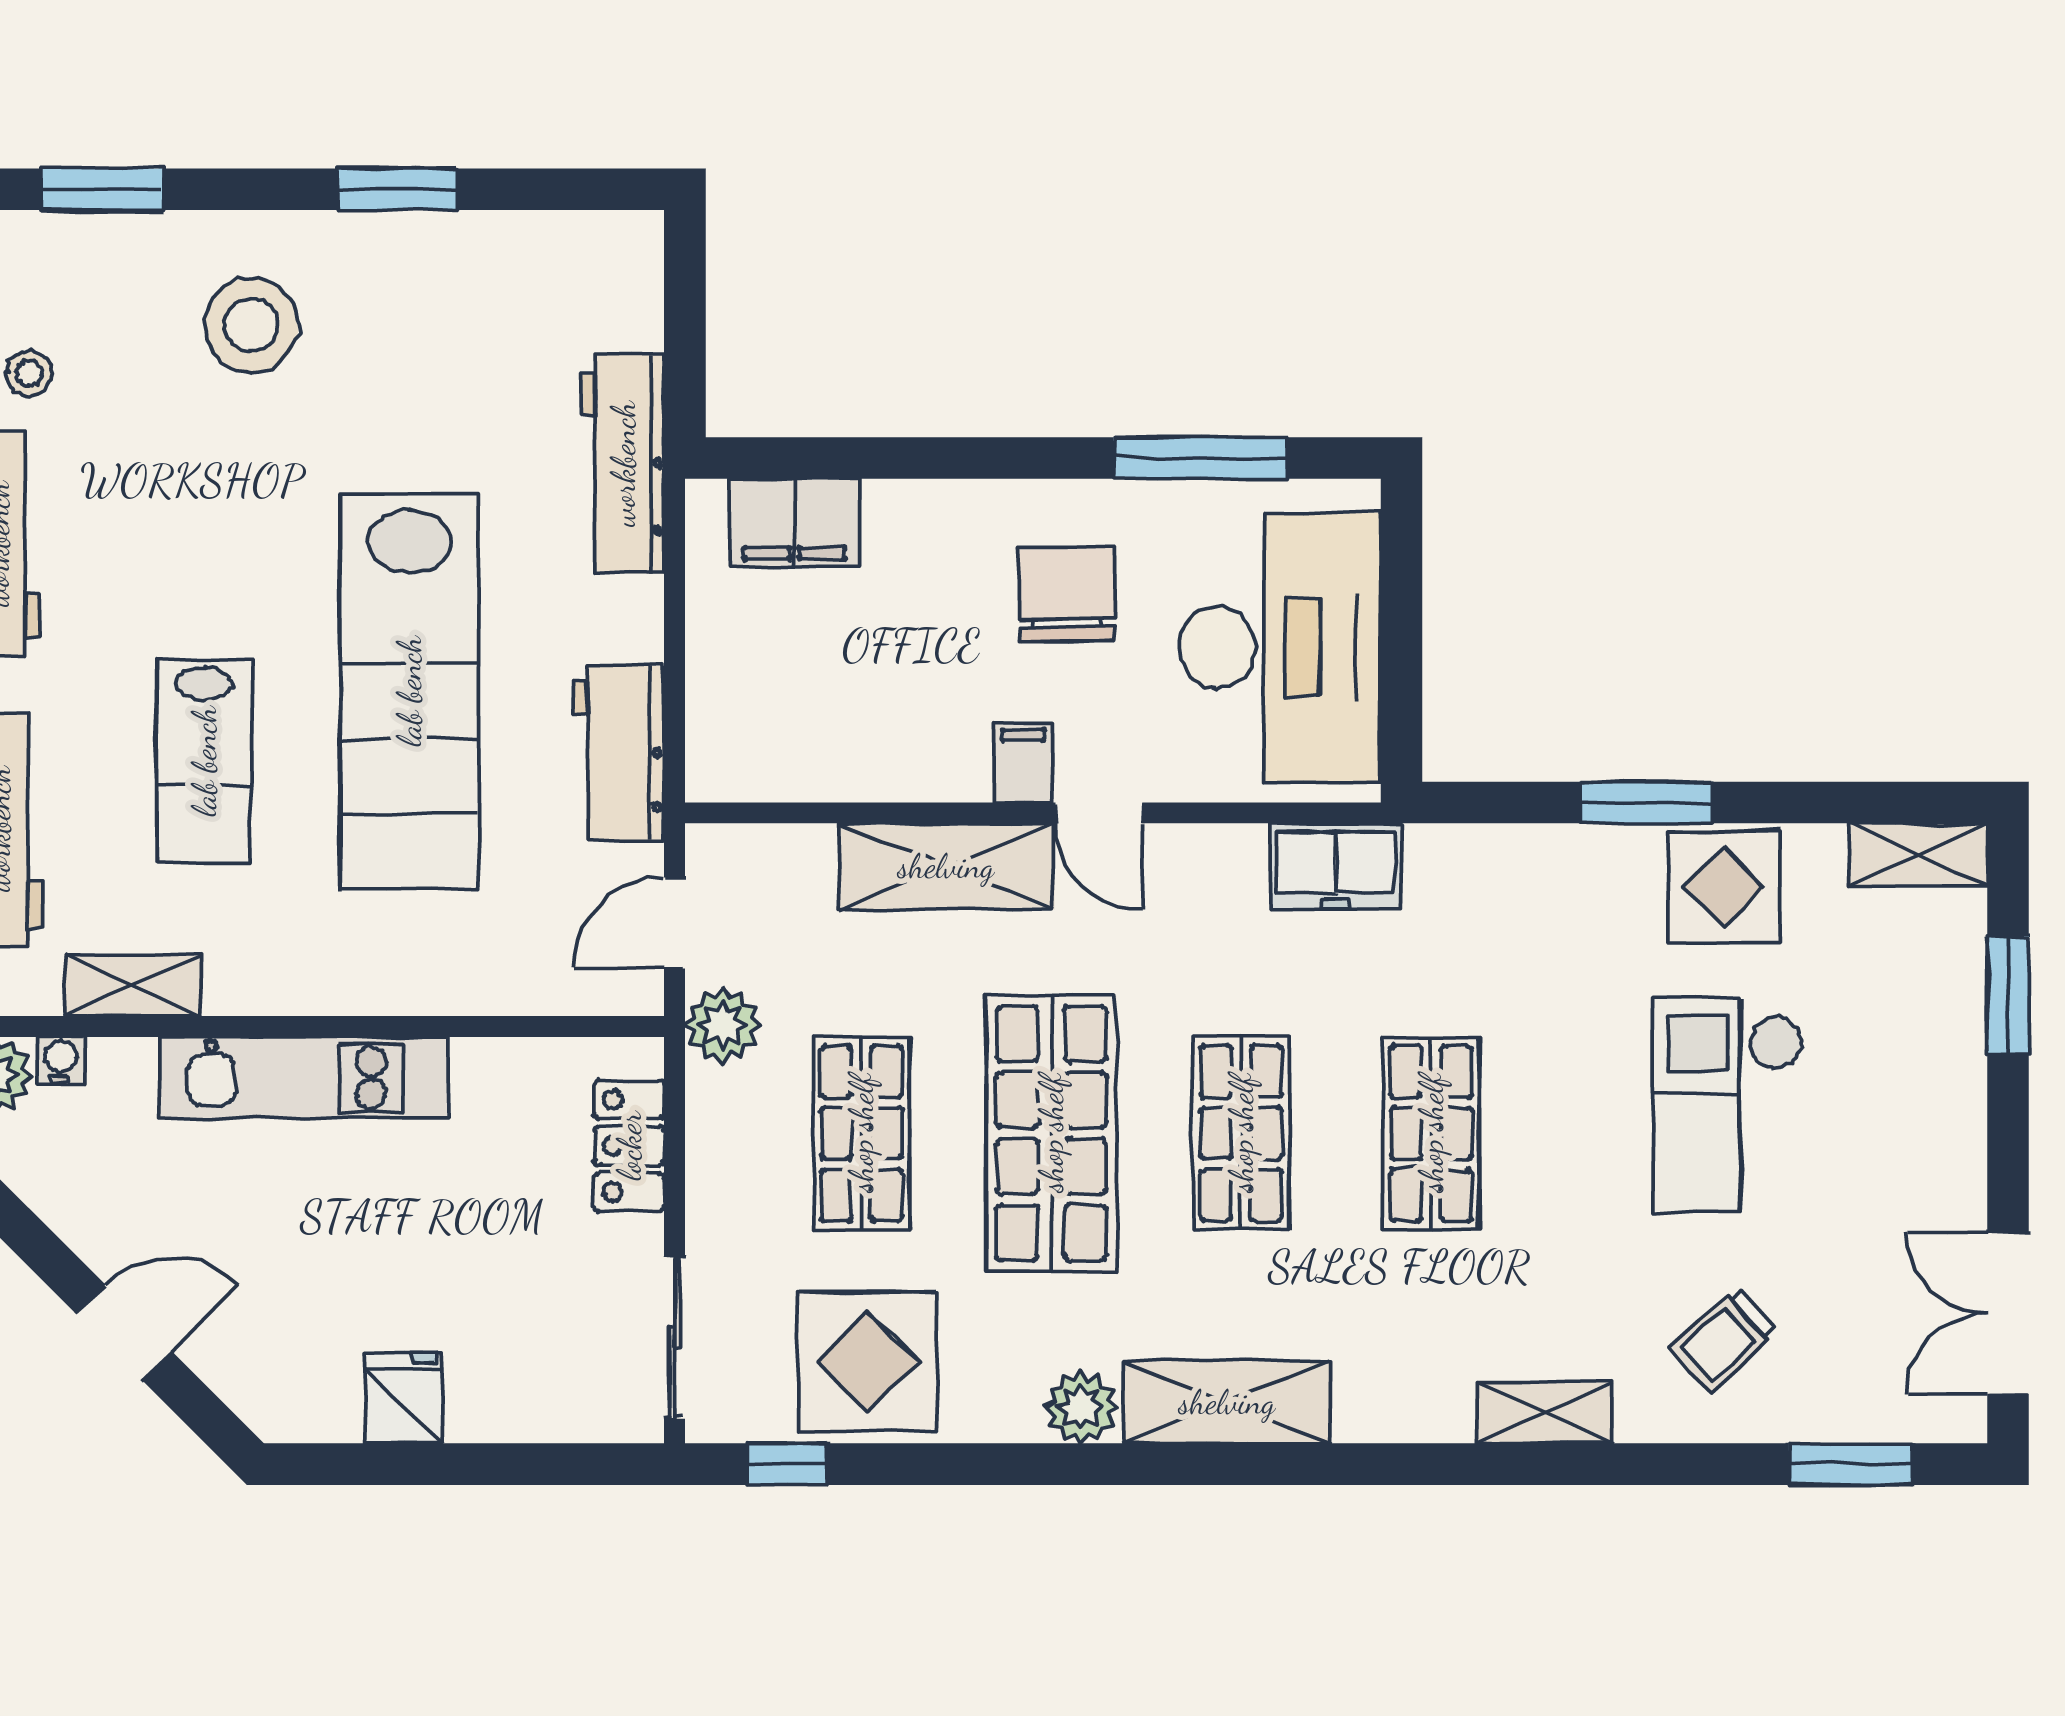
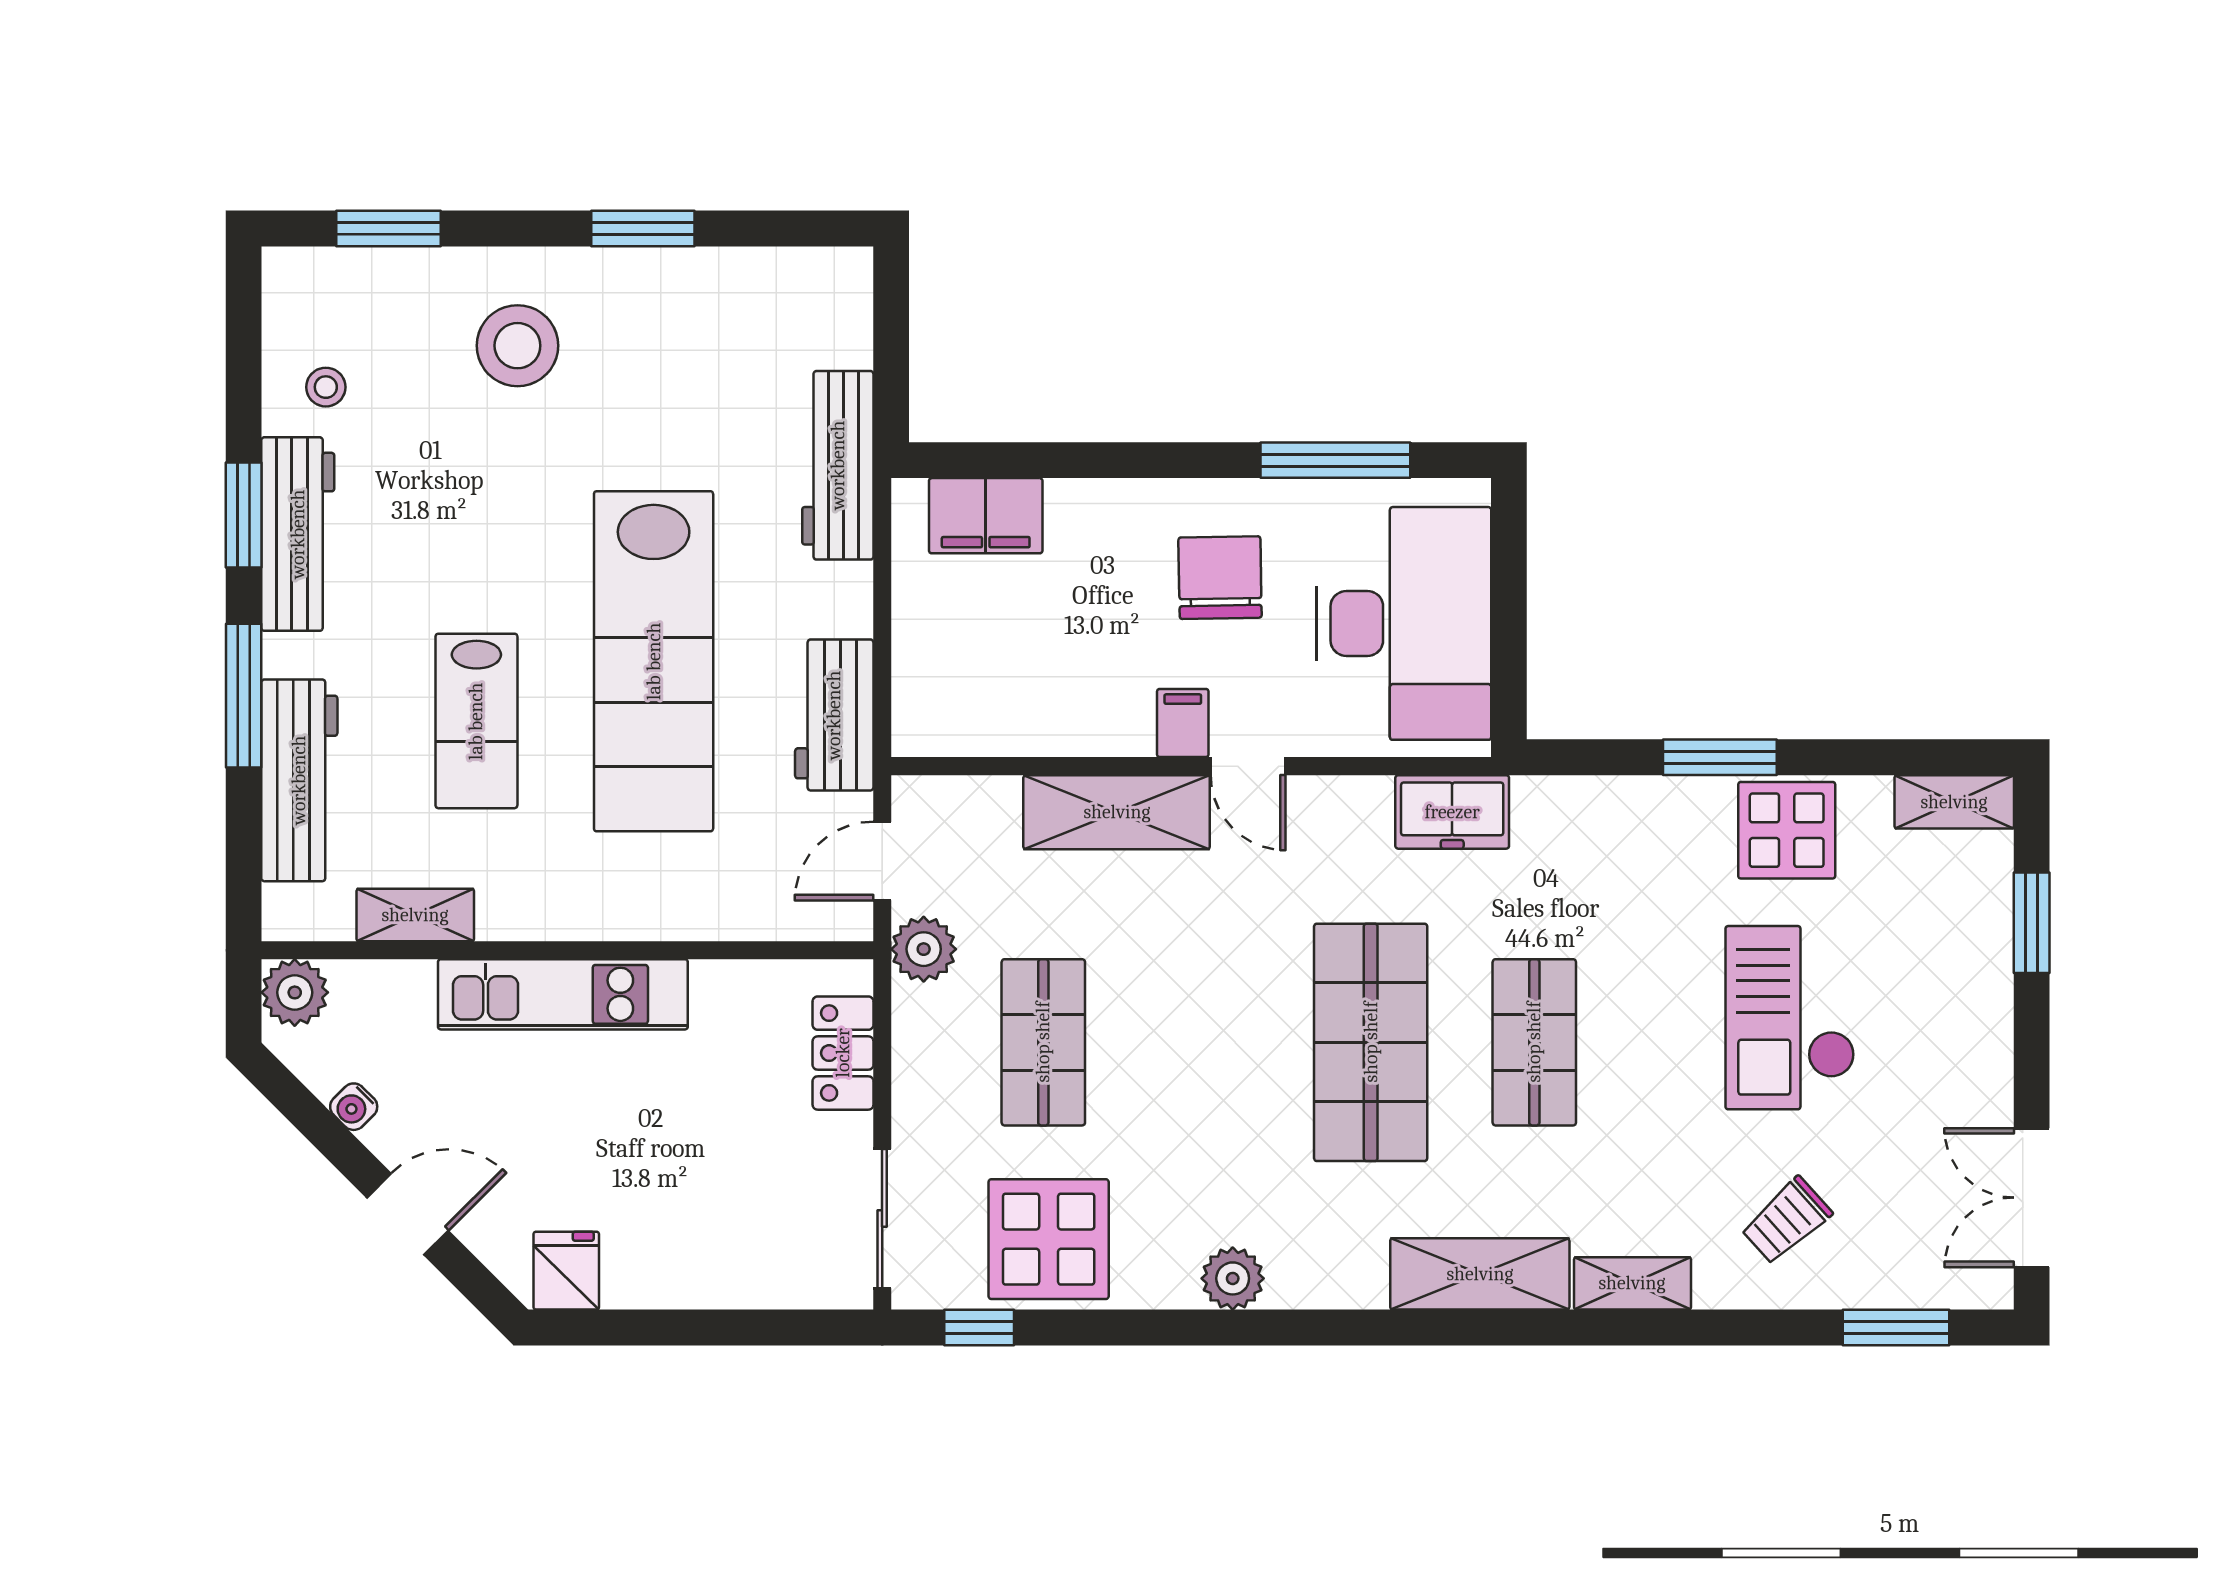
water cooler: (61, 1060) -> (354, 1107), moved, turned -135
shop shelf: (1051, 1133) -> (1207, 1042), removed
shop shelf: (1241, 1133) -> (1371, 1042), width x1.43, depth x1.36
fridge: (404, 1398) -> (566, 1271), moved
shelving: (1227, 1402) -> (1480, 1274), moved

